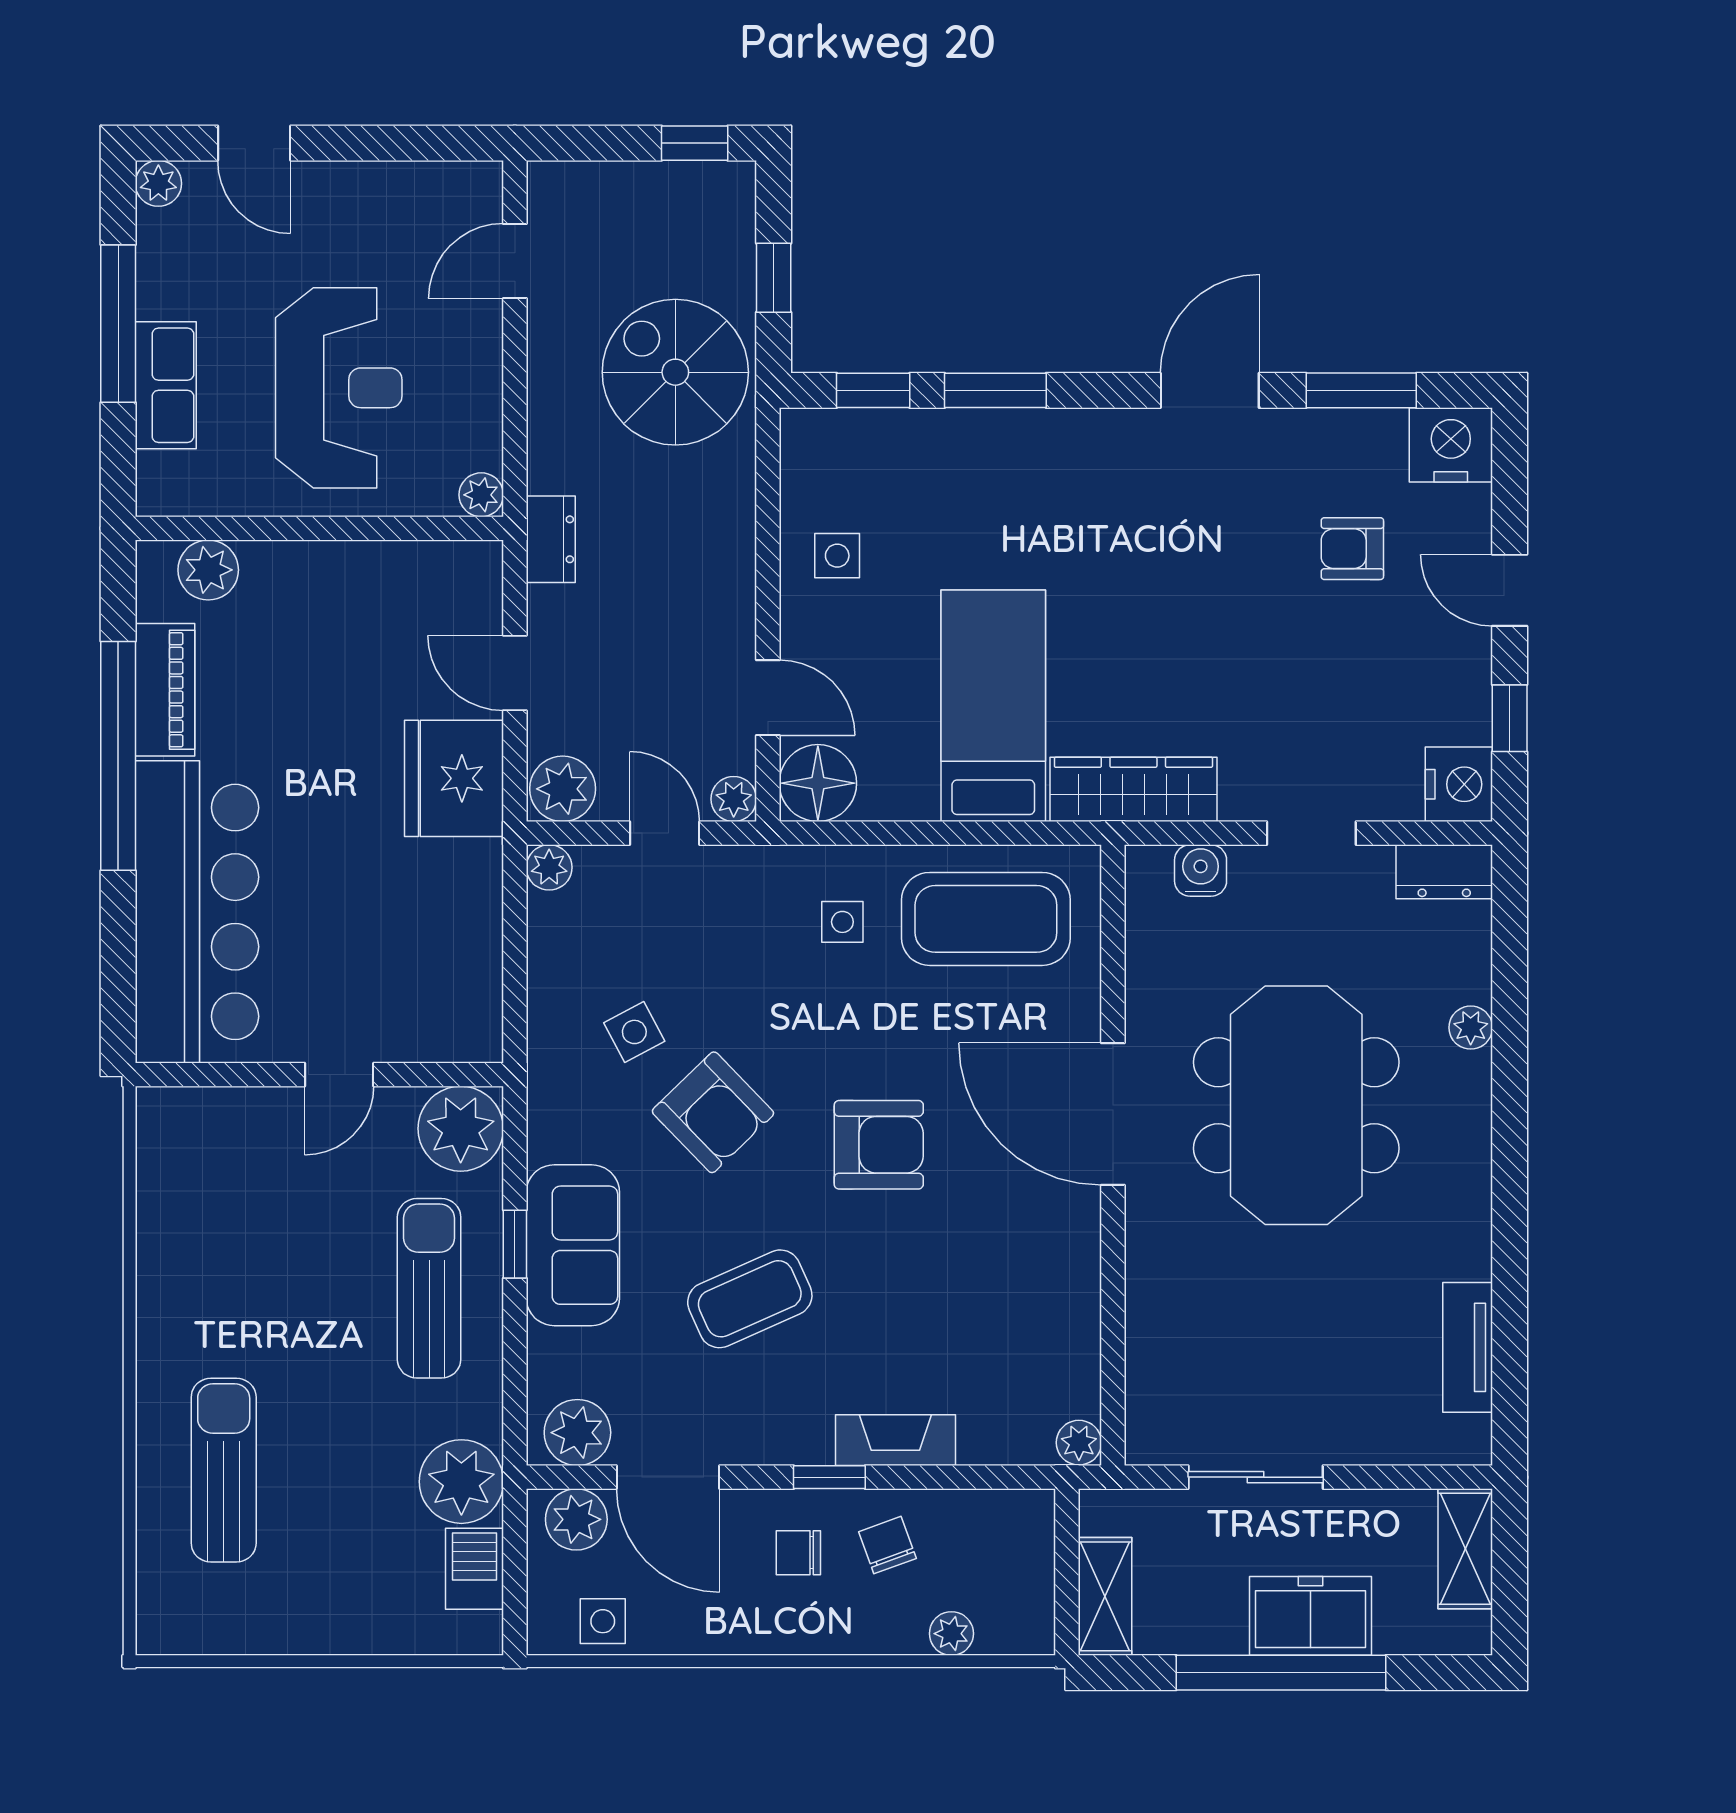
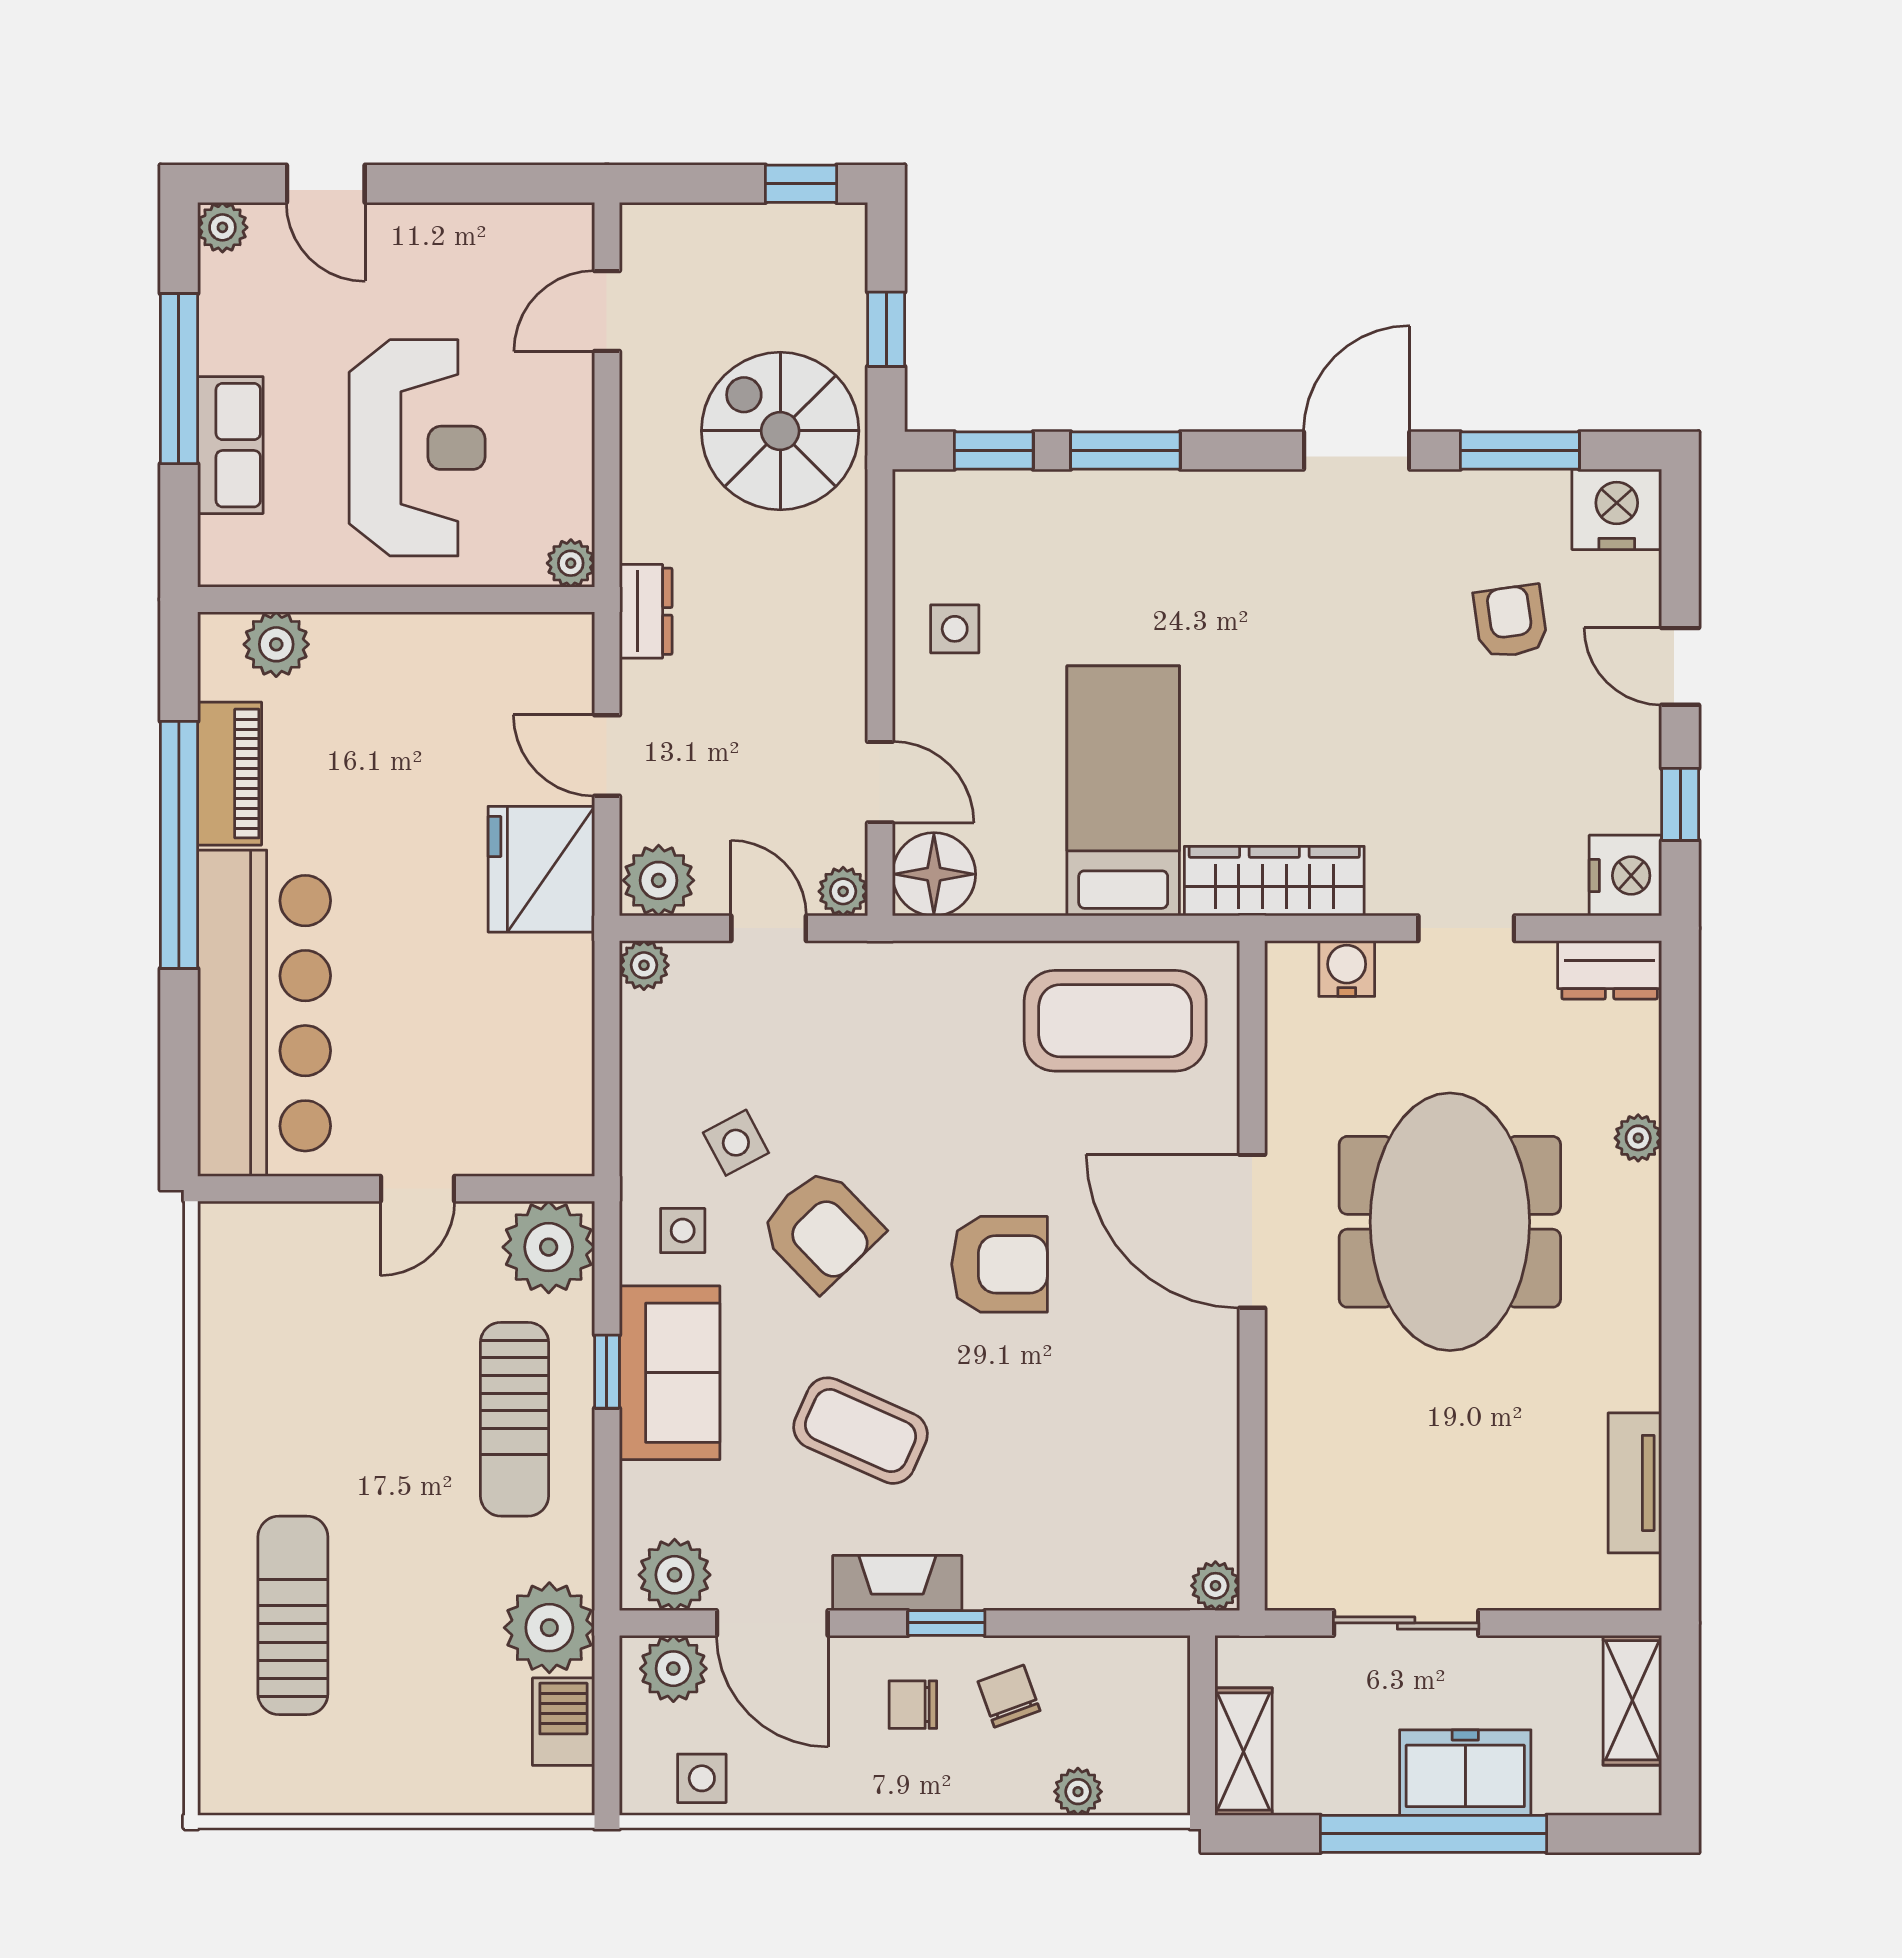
armchair: (1352, 549) -> (1511, 621), turned 82
side table: (842, 922) -> (683, 1231), moved
sun lounger: (429, 1288) -> (514, 1419), turned 180
coffee table: (750, 1299) -> (860, 1431), turned 48
fireplace: (895, 1440) -> (897, 1583), moved

